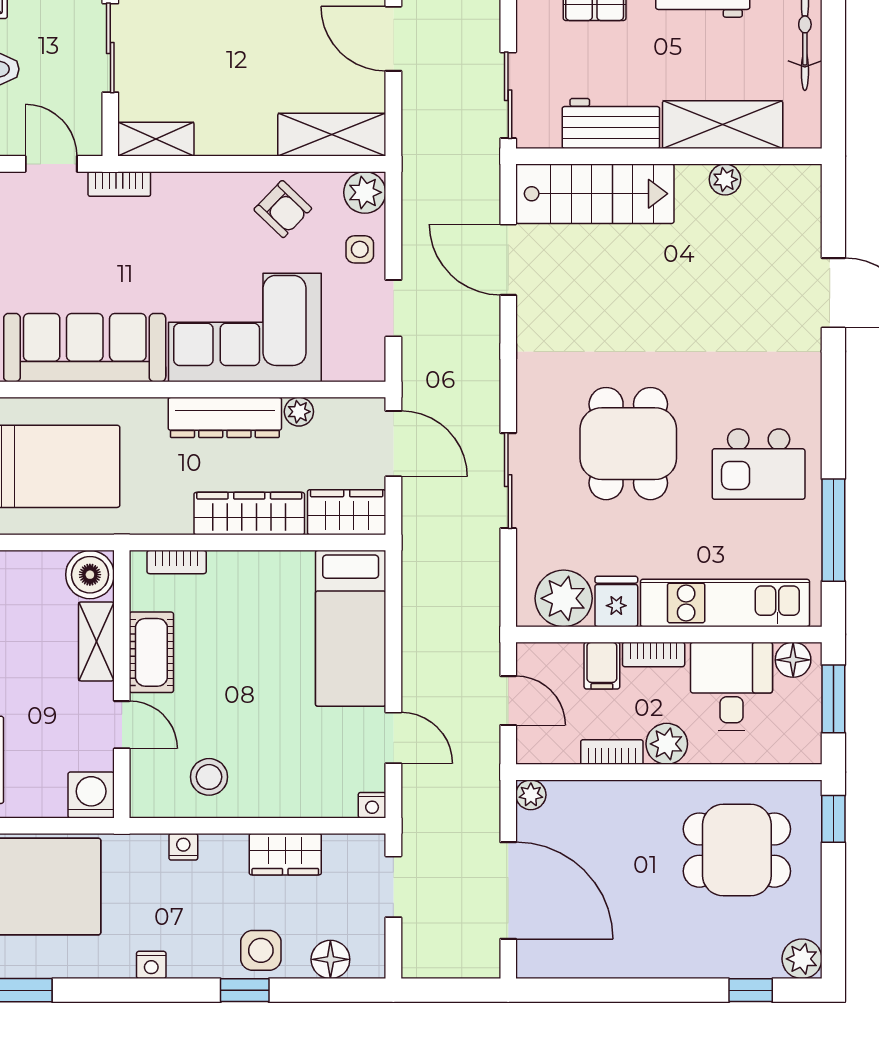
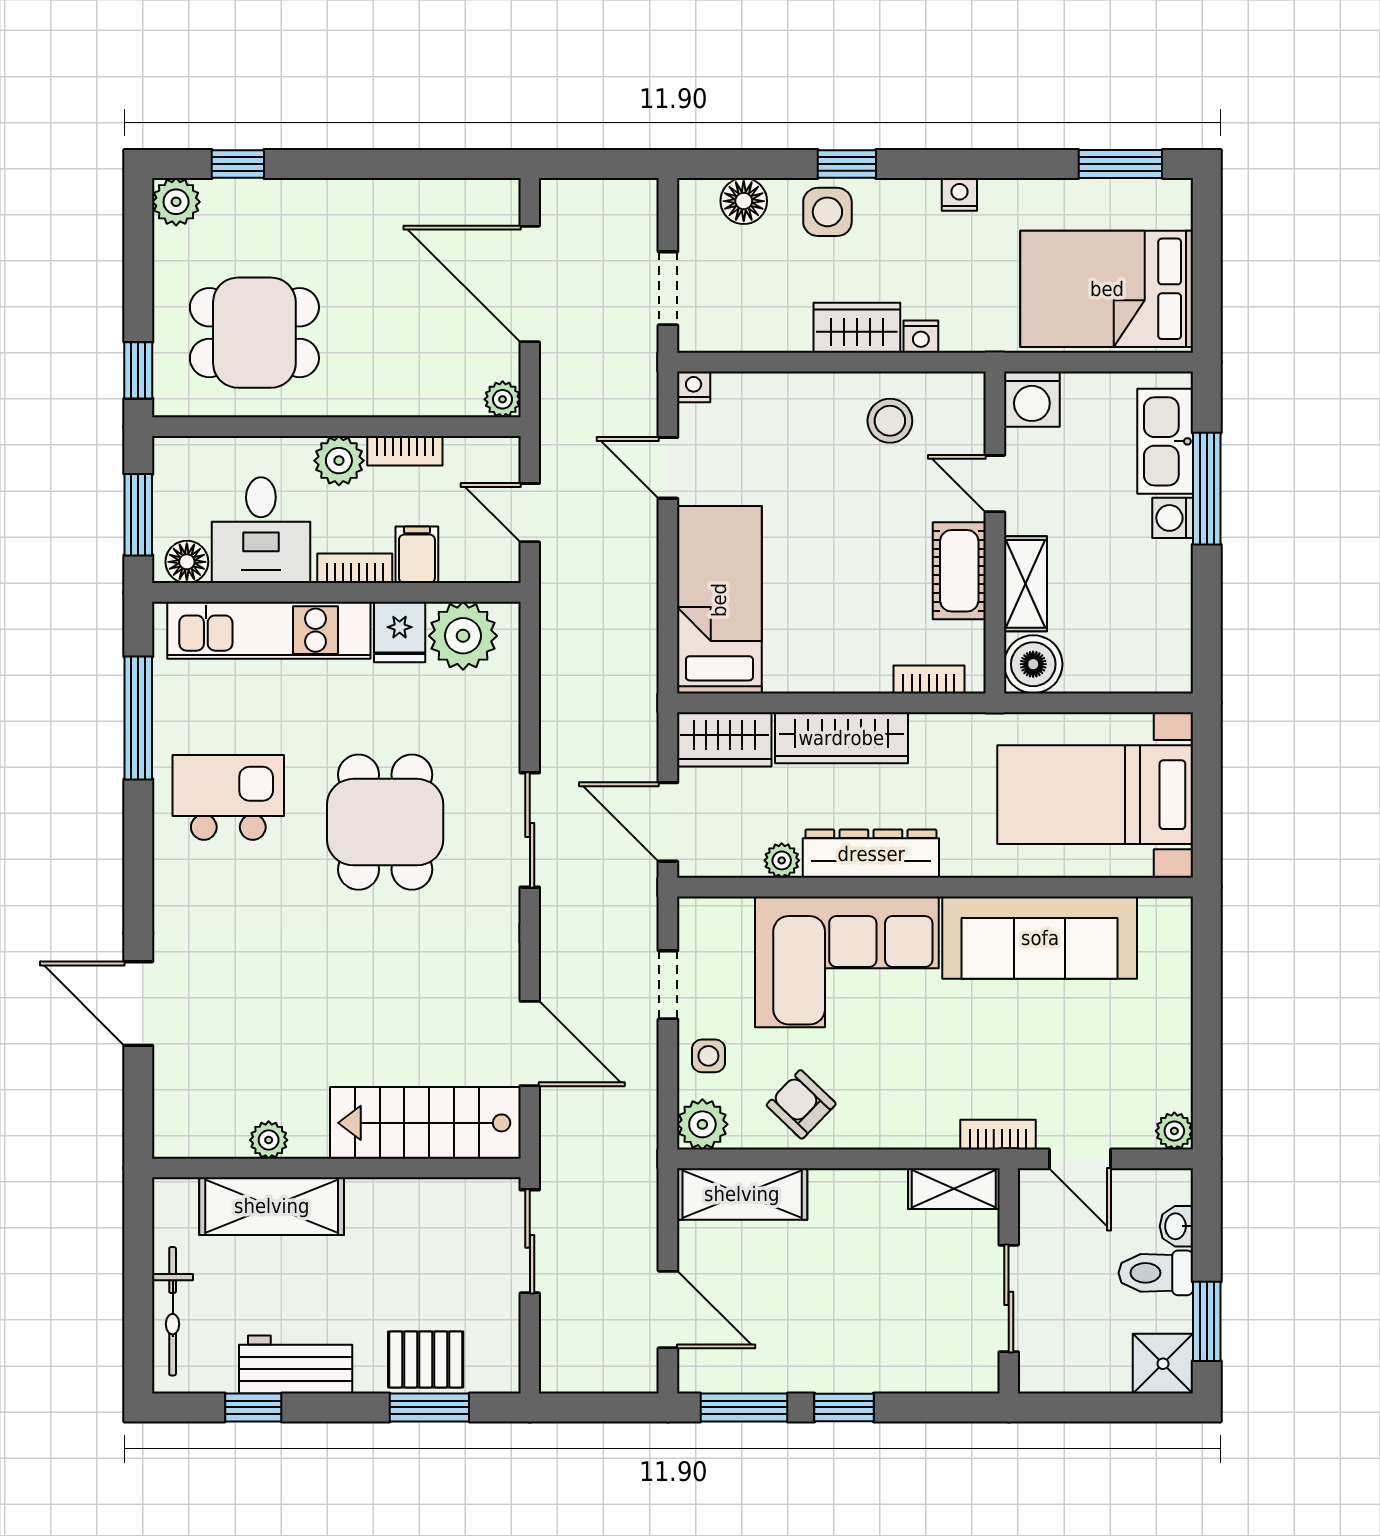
workbench: (611, 123) -> (406, 1207), removed
sliding door: (508, 481) -> (530, 830), moved
wardrobe: (285, 854) -> (857, 328), moved

